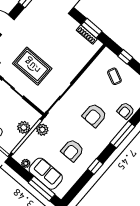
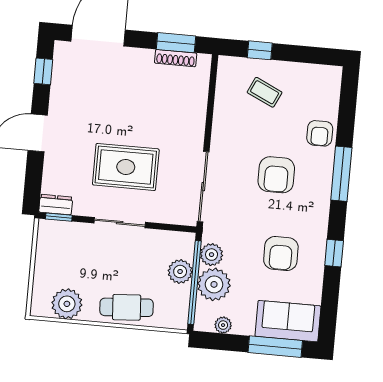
plant: (34, 143) -> (214, 284), added
sofa: (46, 174) -> (288, 321), moved

